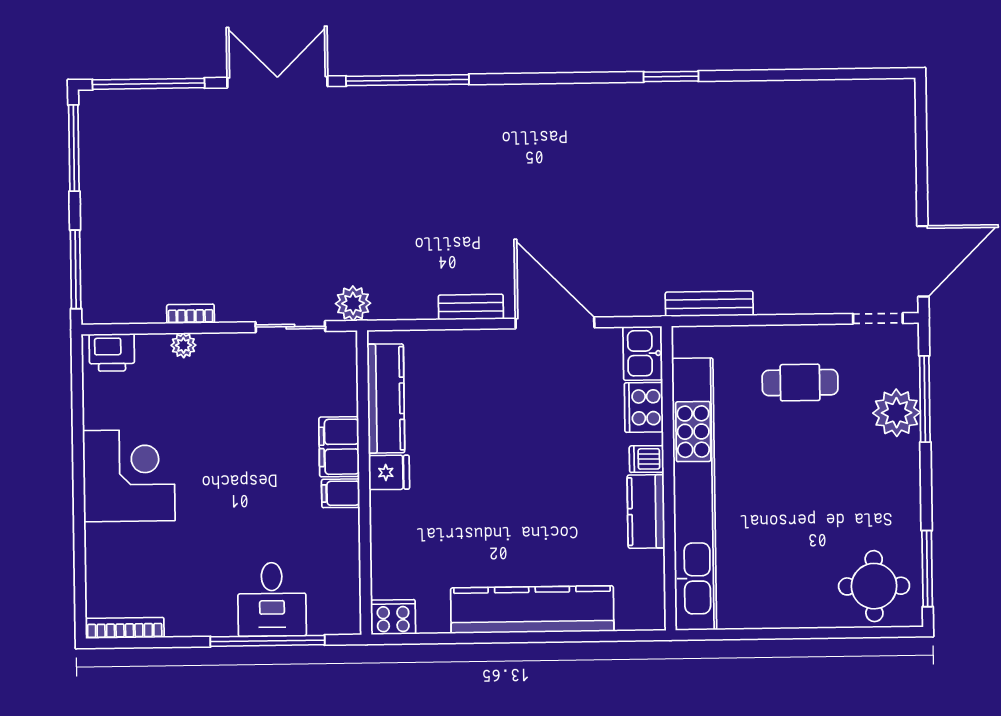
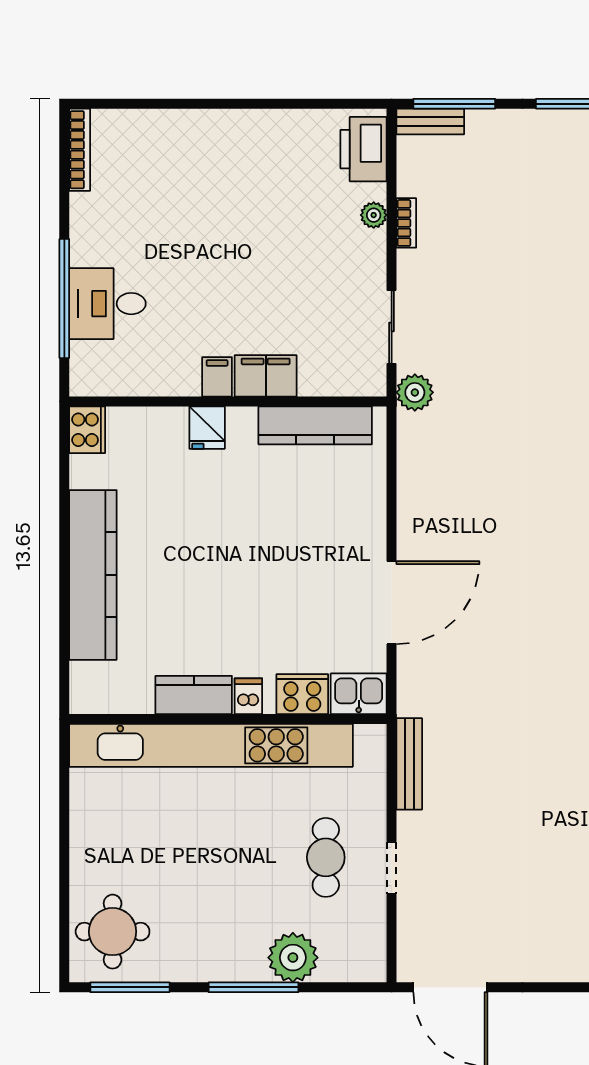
bench: (471, 307) -> (430, 122), moved, turned 90
doorway: (878, 318) -> (392, 868), moved
printer: (112, 352) -> (364, 149), width x1.37, depth x1.19
window: (925, 399) -> (253, 987), moved
fridge: (389, 472) -> (207, 428), moved
corner desk: (129, 476) -> (239, 156), removed

